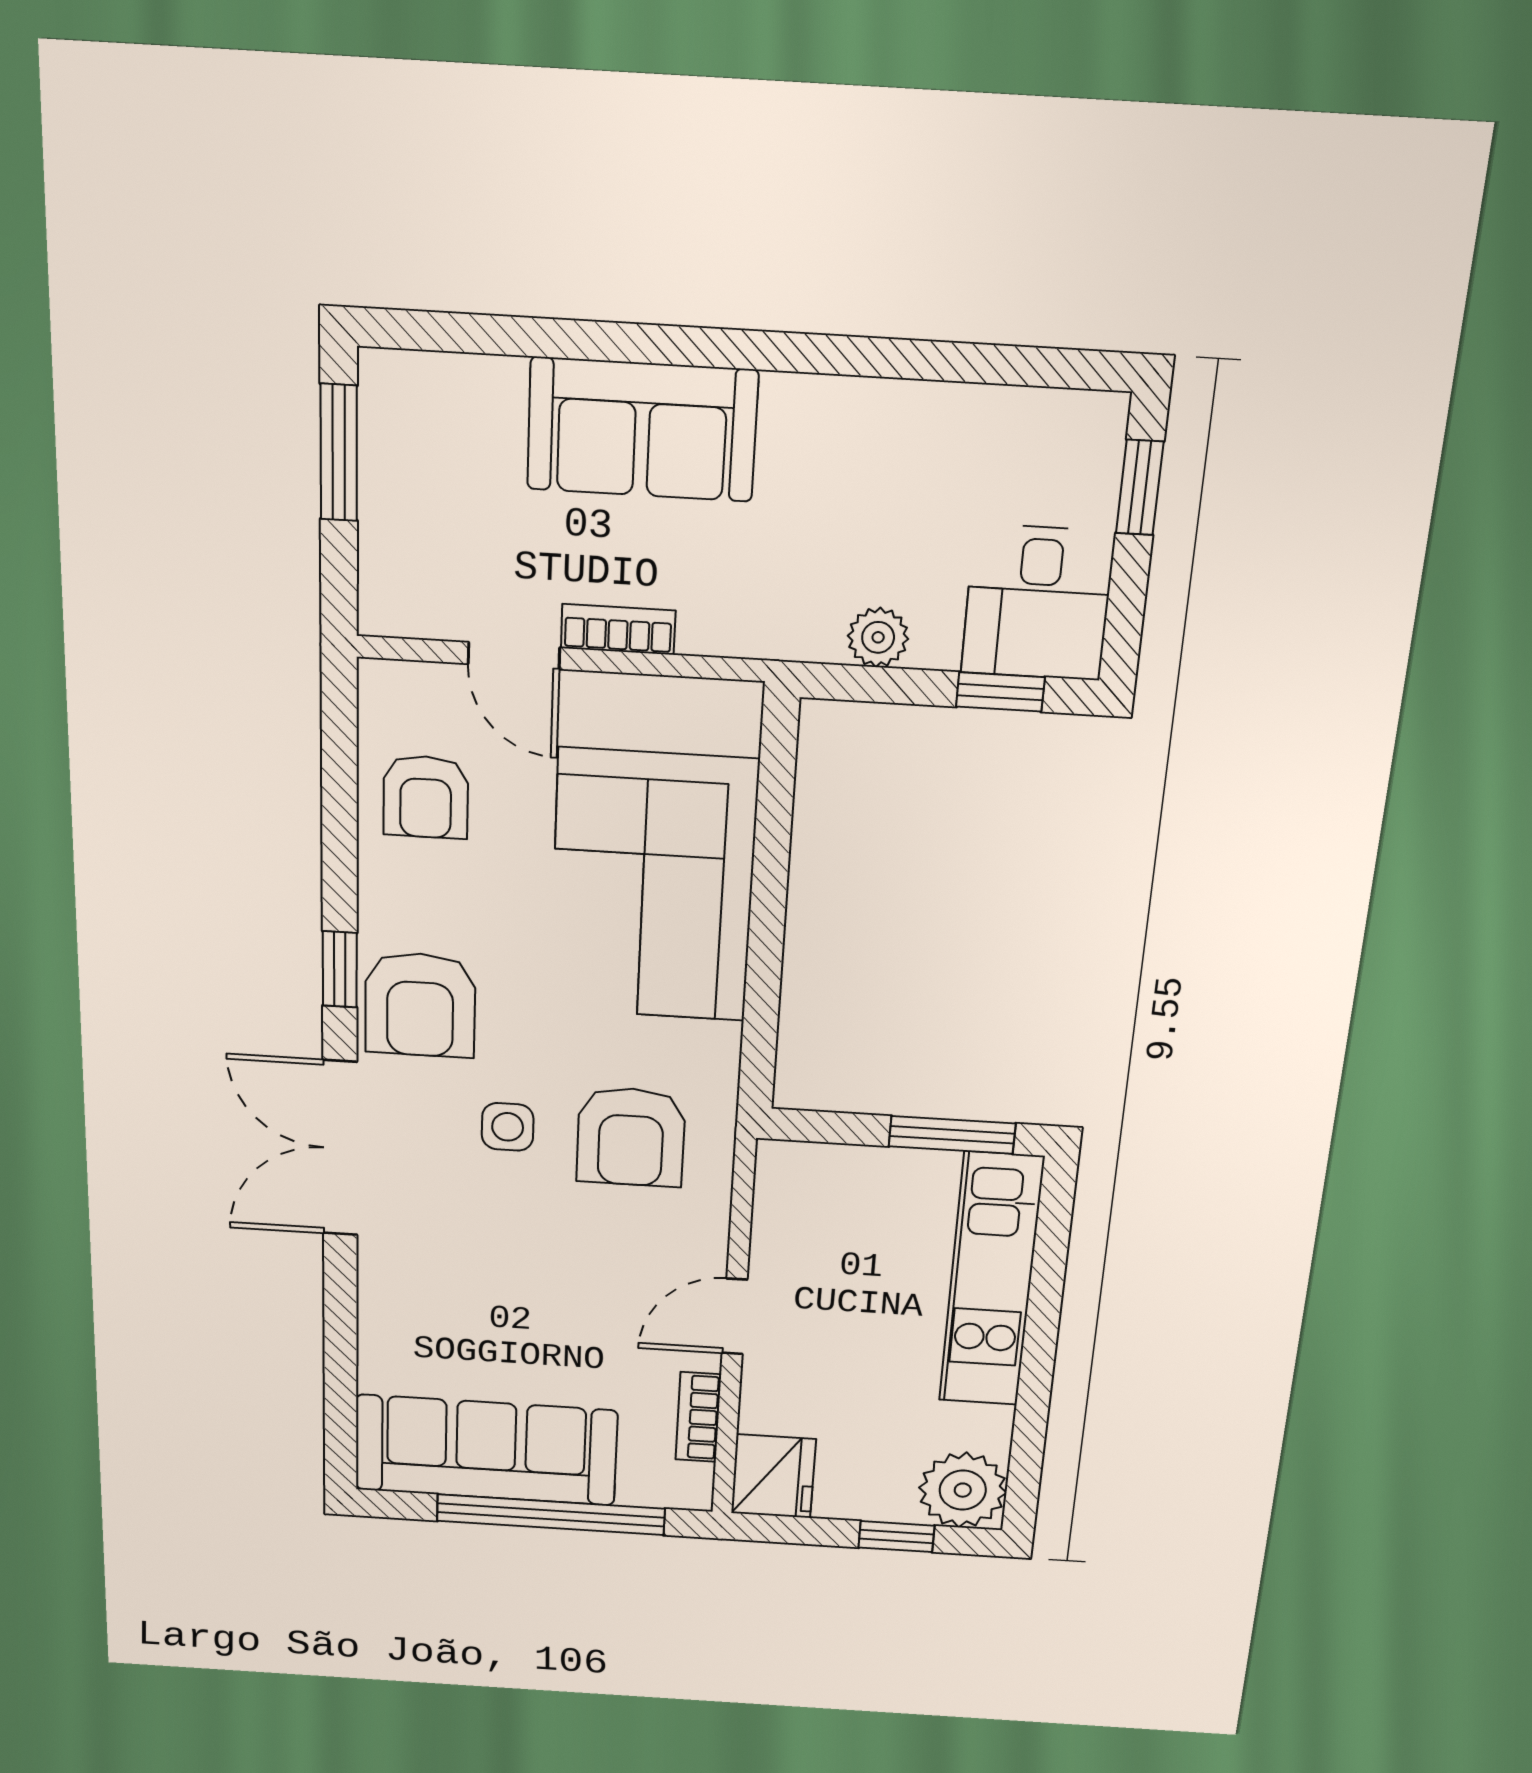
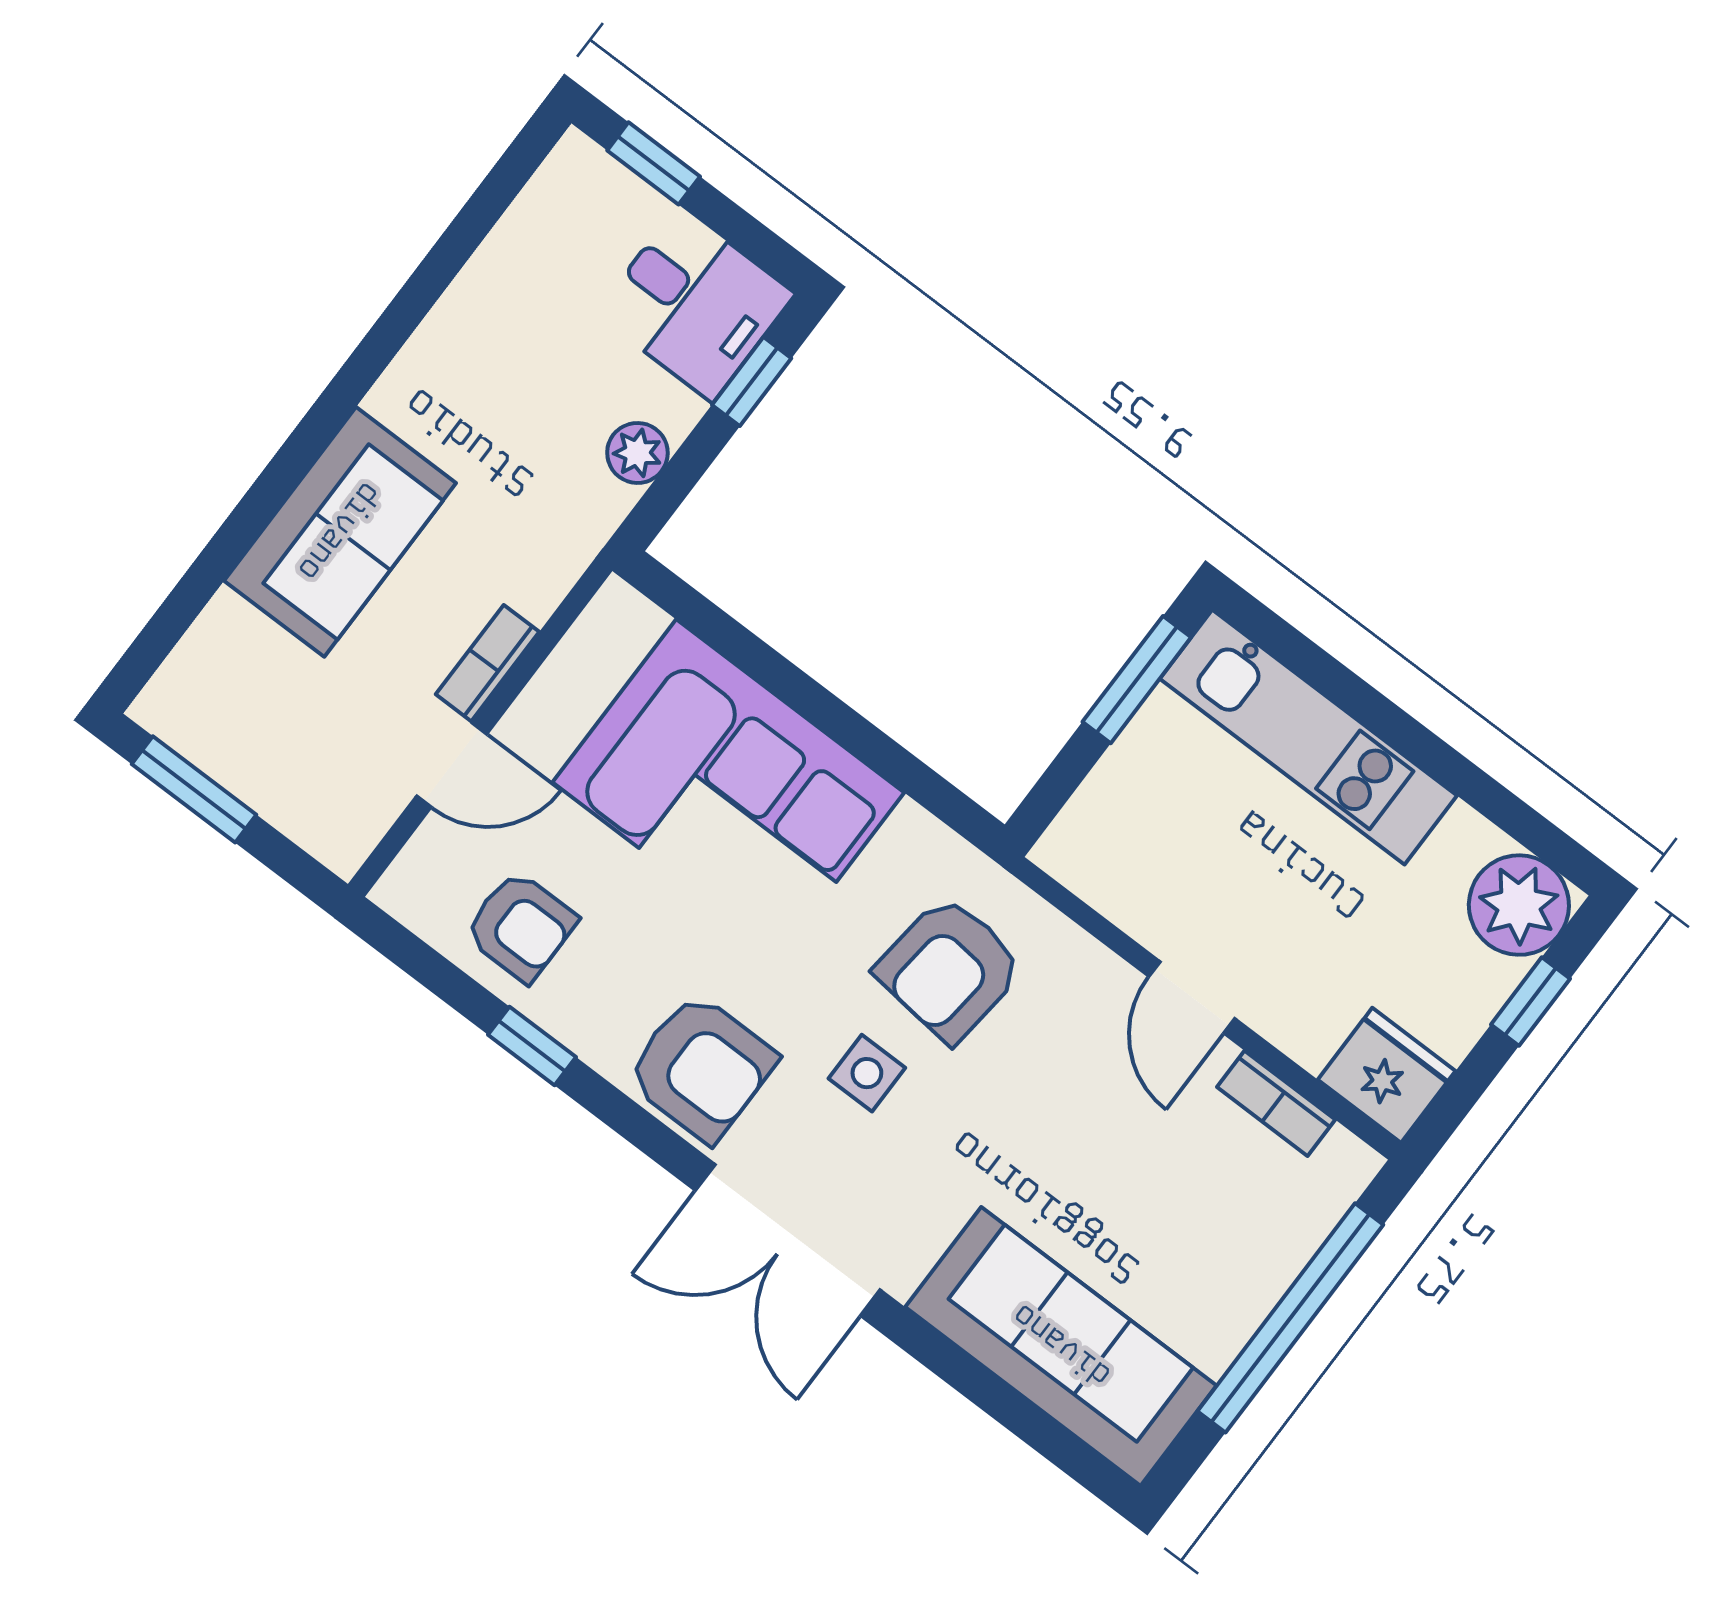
window: (340, 969) -> (532, 1046), moved
armchair: (631, 1137) -> (950, 969), turned 96
sofa: (486, 1450) -> (1061, 1346), moved, turned 90

